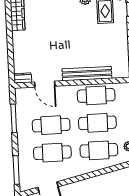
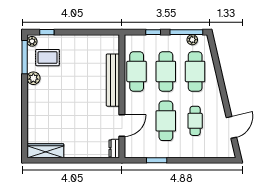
window: (14, 118) -> (157, 160), width x0.69
cafe table: (52, 153) -> (195, 121), width x0.73, depth x0.74
window: (16, 170) -> (212, 160), removed

